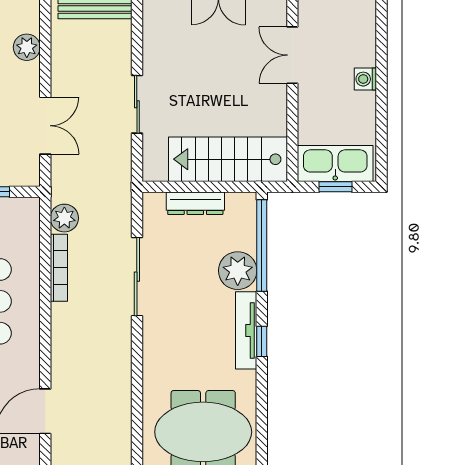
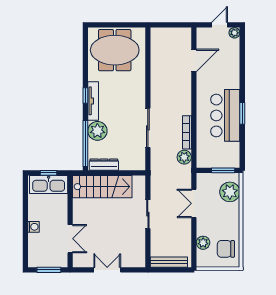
dresser: (195, 203) -> (104, 165), moved

